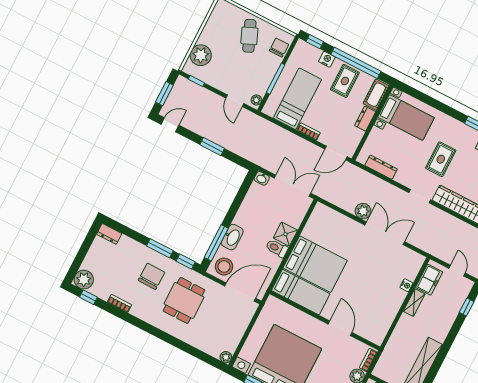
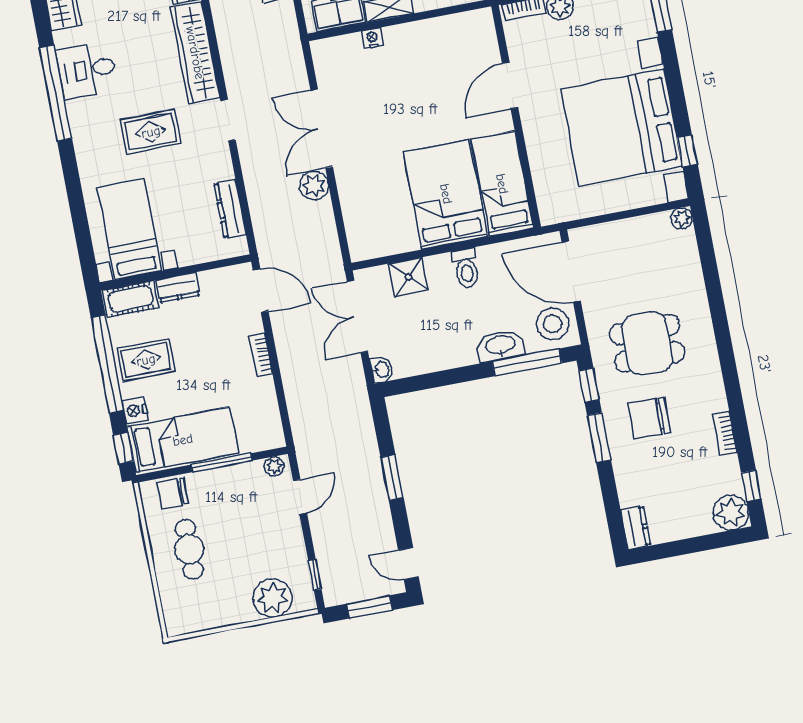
cafe table: (249, 36) -> (189, 549), turned -67
bed: (297, 99) -> (183, 440), moved, turned 180
shower: (285, 234) -> (408, 277), moved

